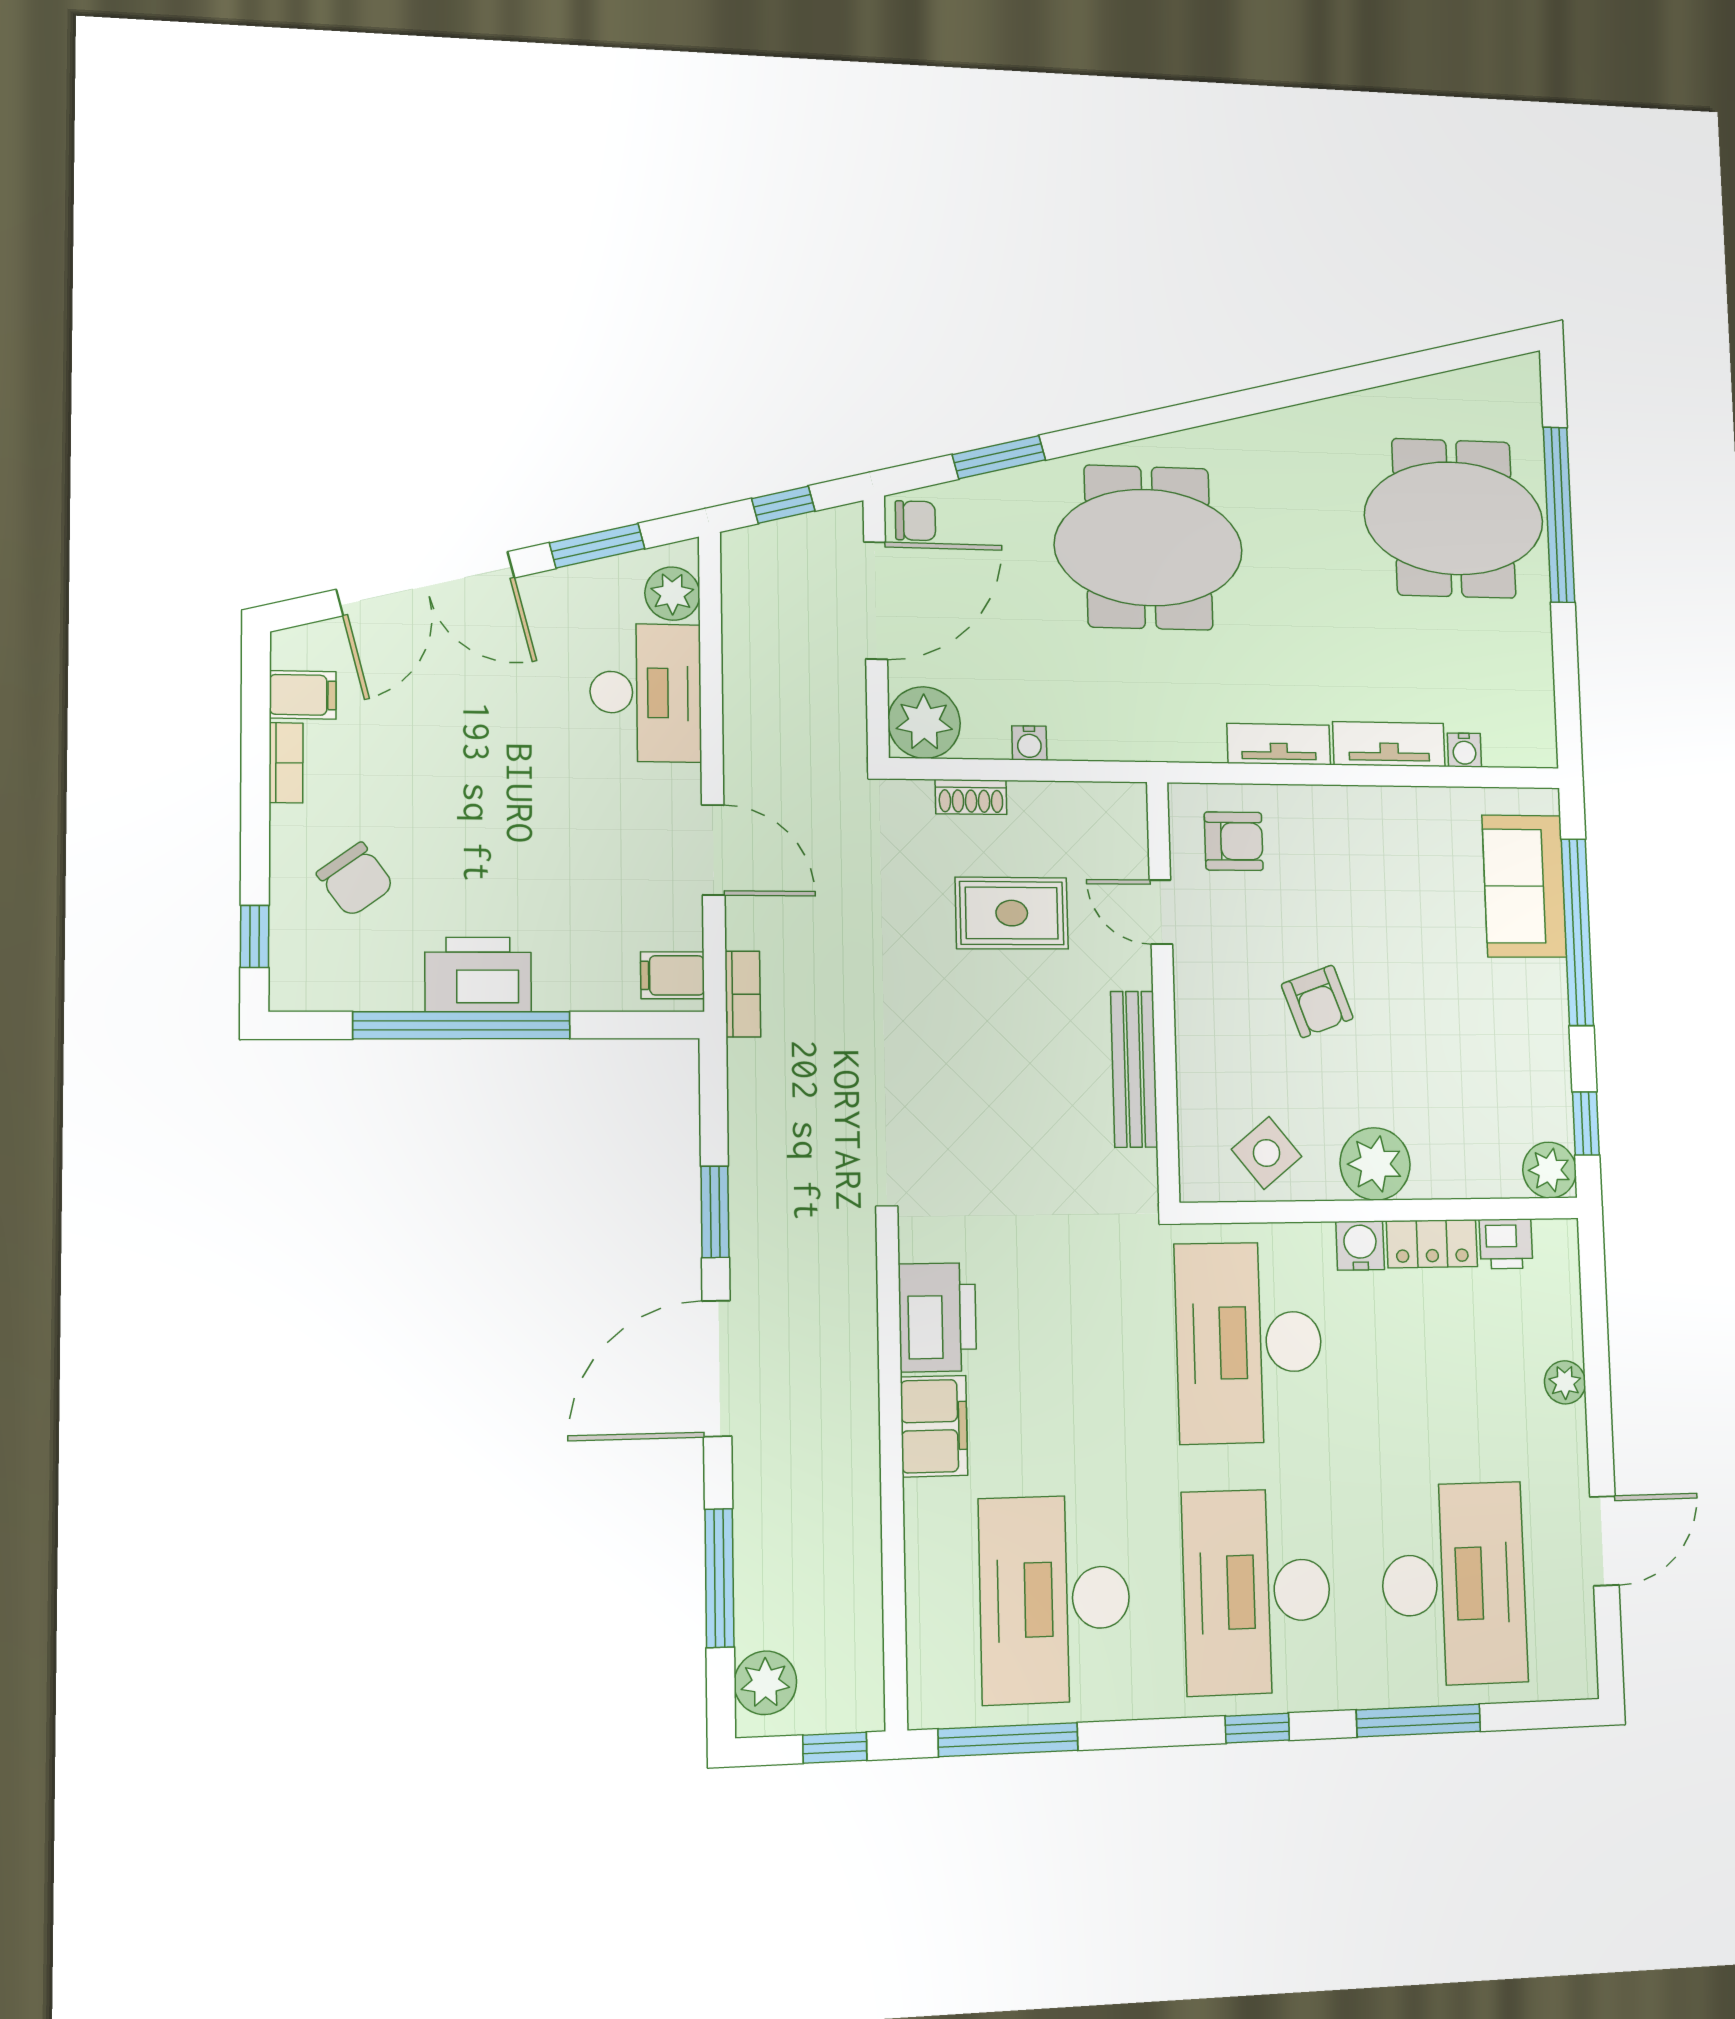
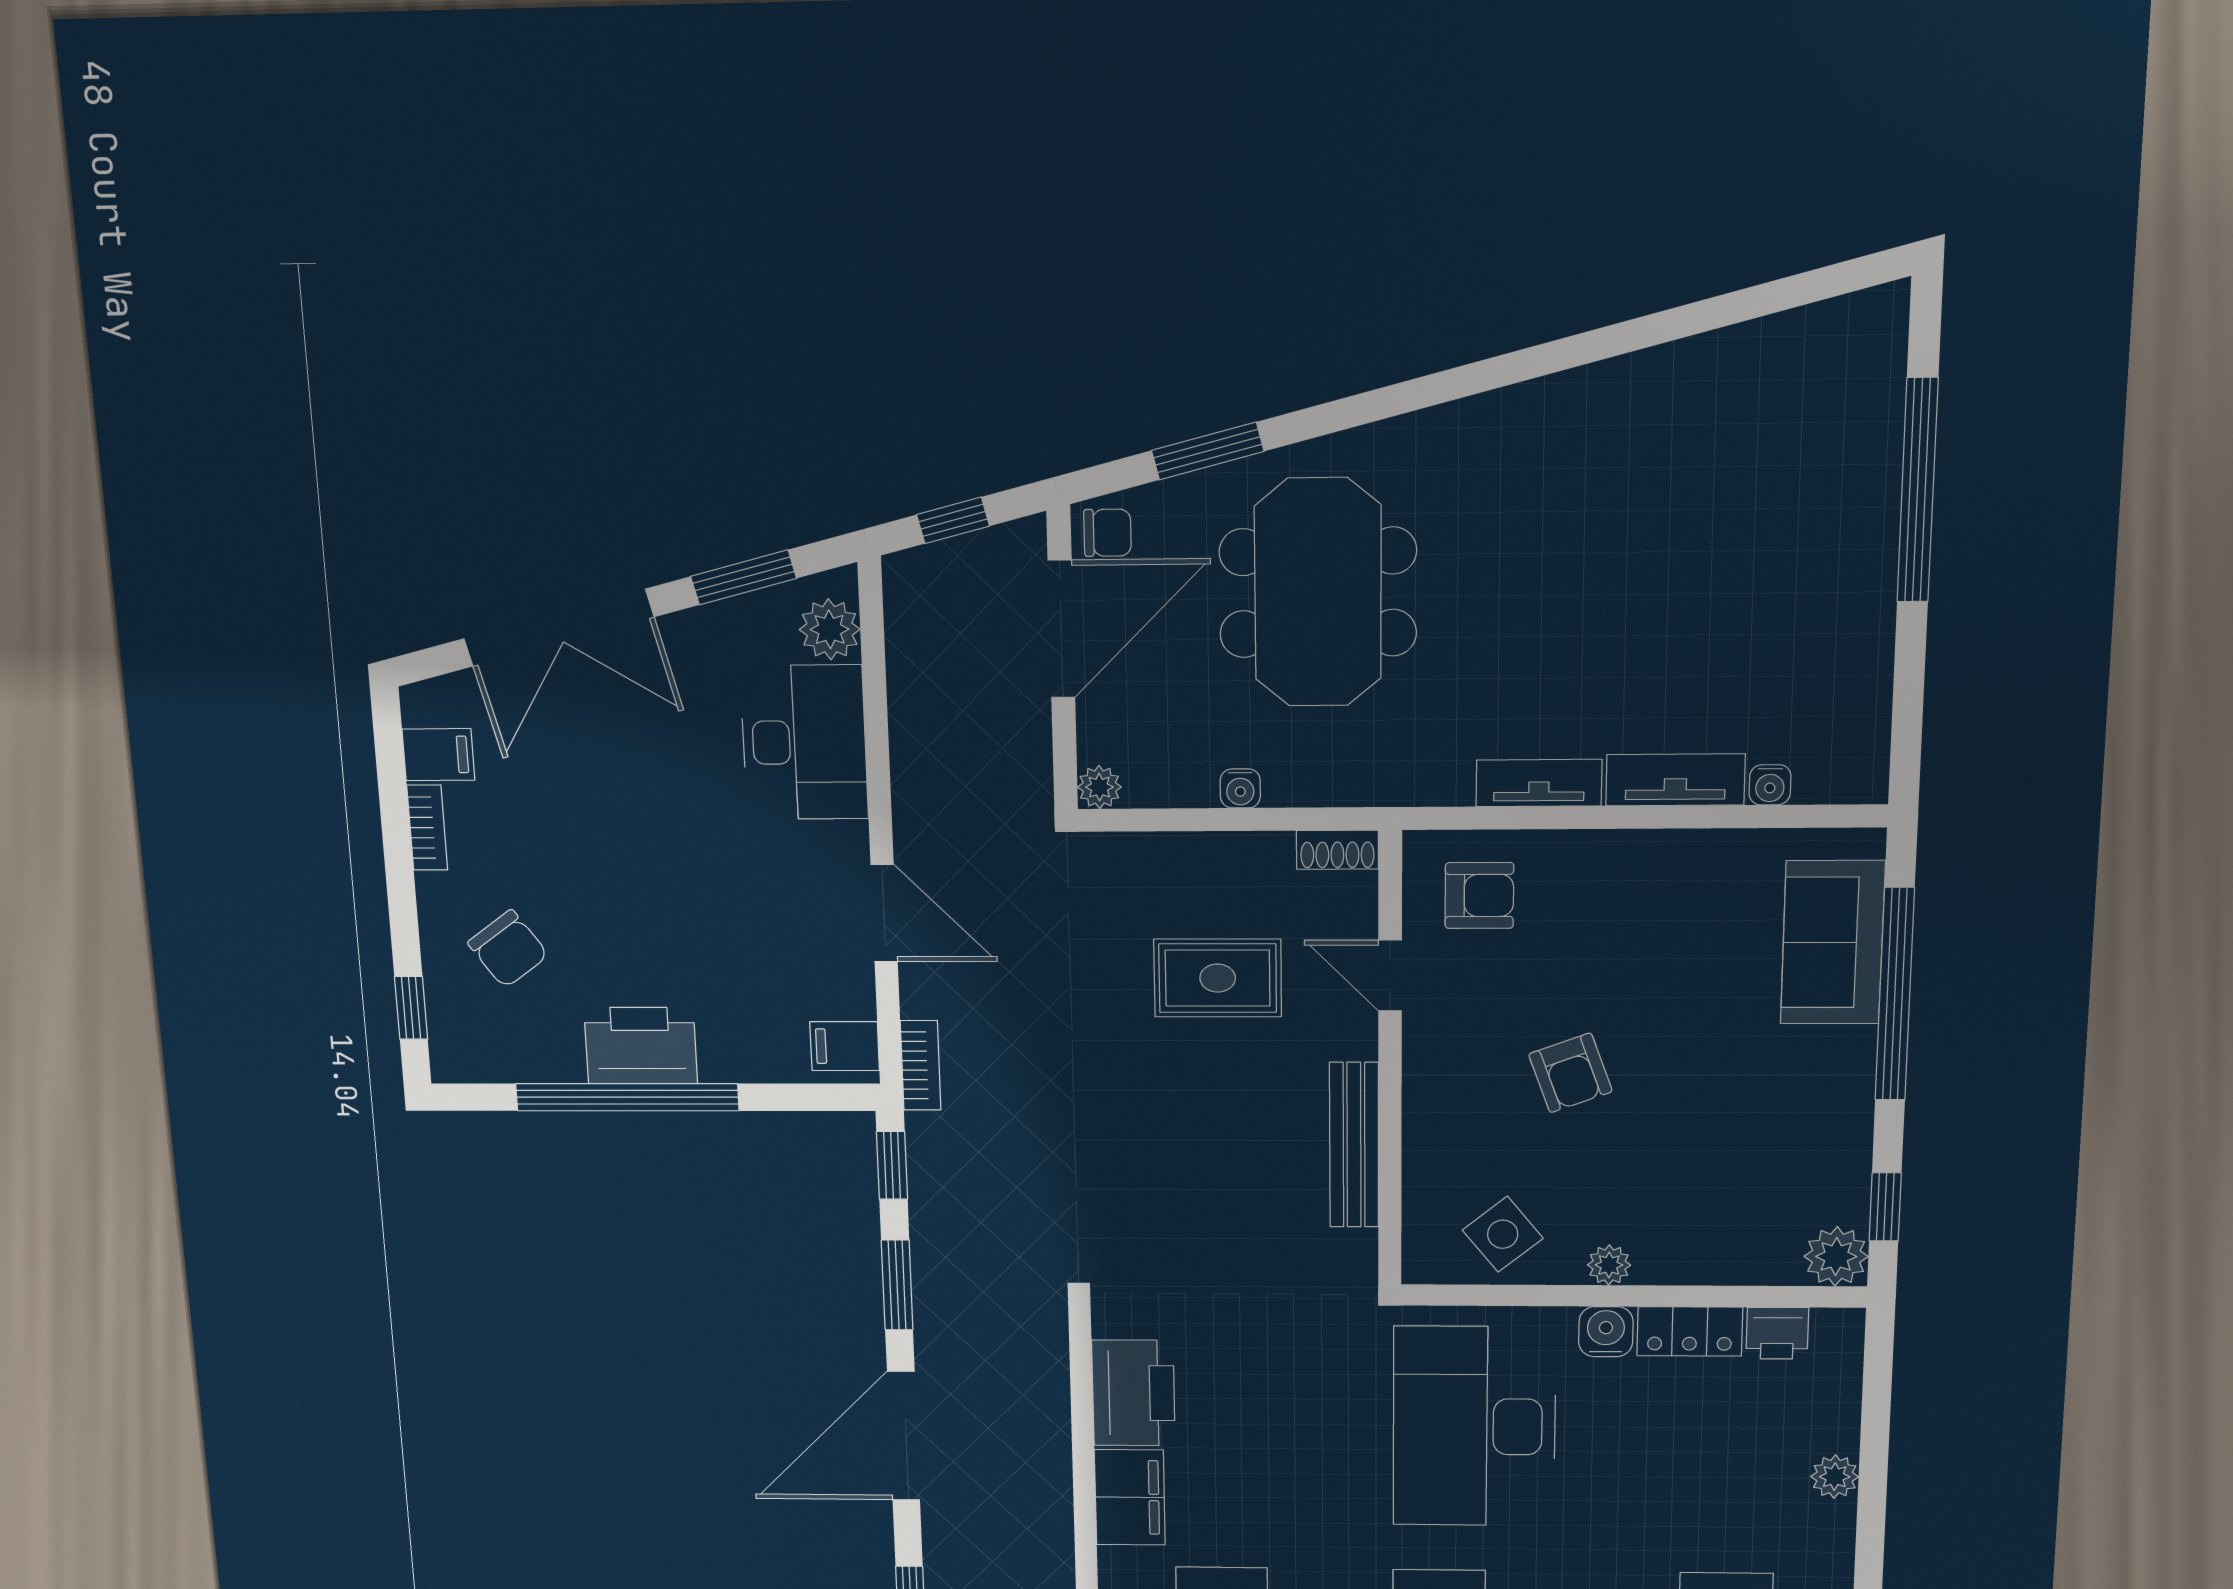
meeting table: (1454, 518) -> (1778, 501), removed
meeting table: (1148, 548) -> (1318, 592), moved, turned 90
plant: (924, 723) -> (1099, 787), width x0.53, depth x0.53
shoe rack: (971, 797) -> (1337, 850), moved
window: (714, 1092) -> (892, 1165), added
plant: (1375, 1164) -> (1609, 1265), width x0.53, depth x0.53

